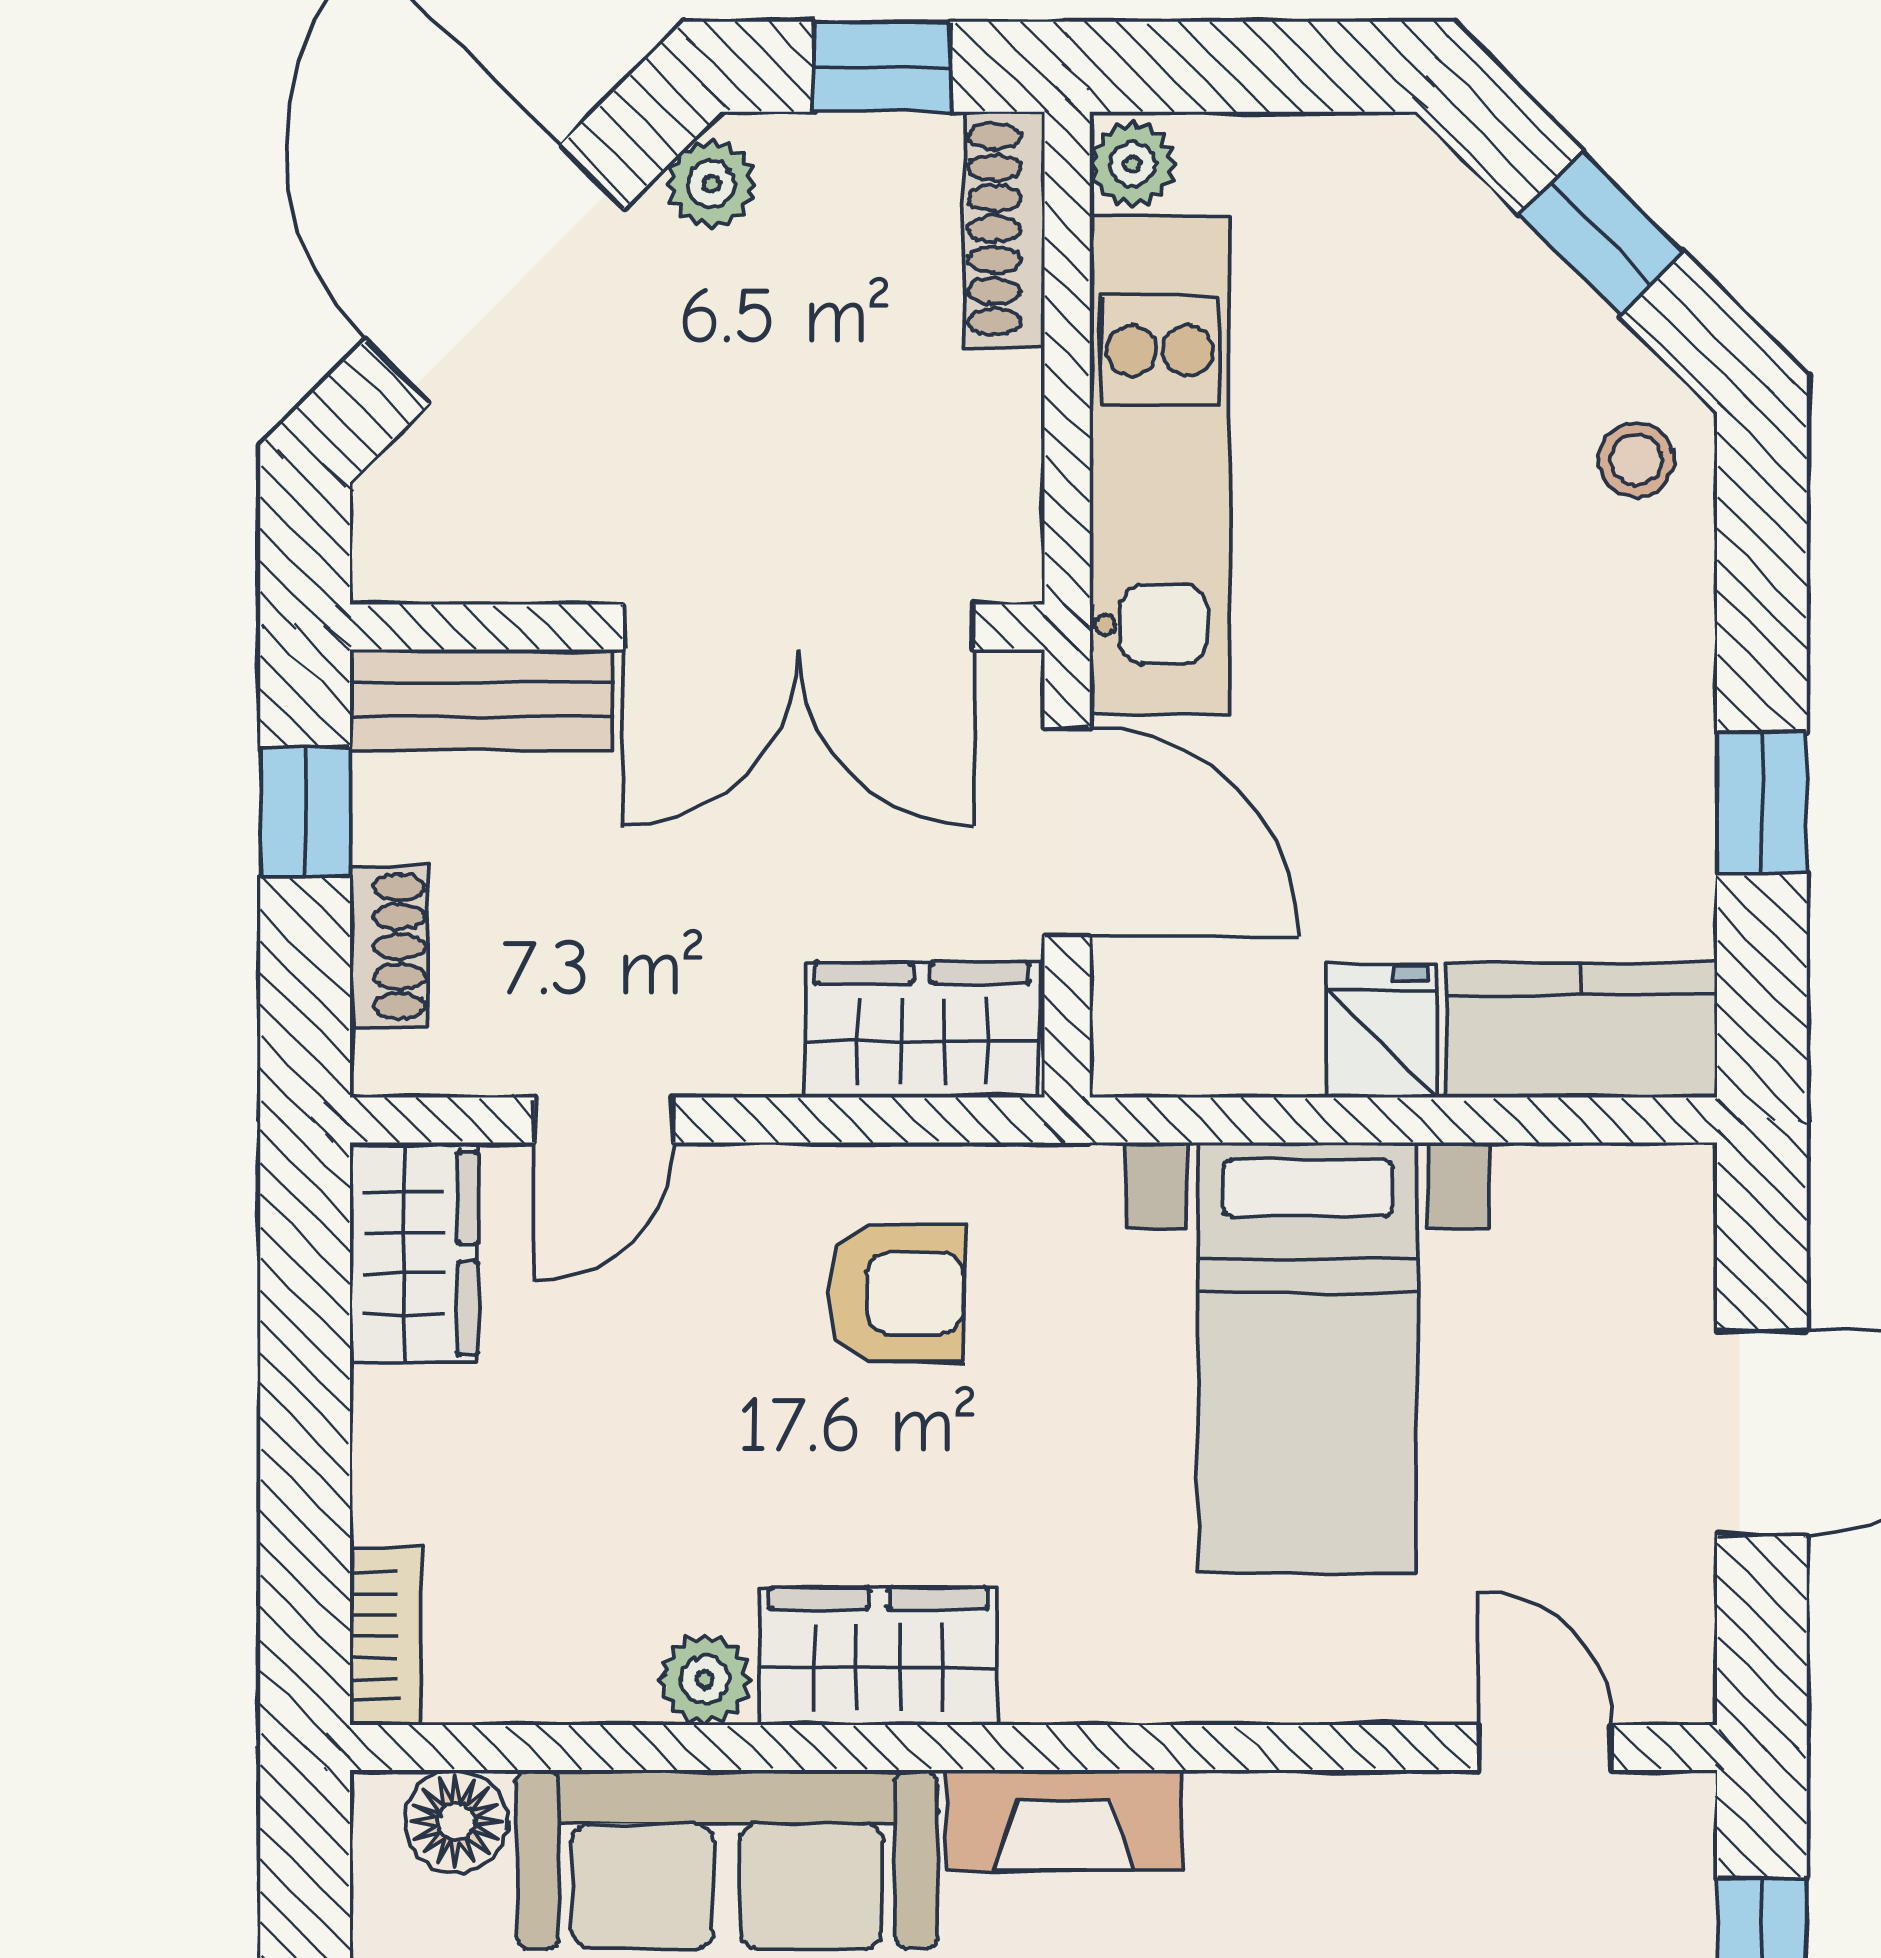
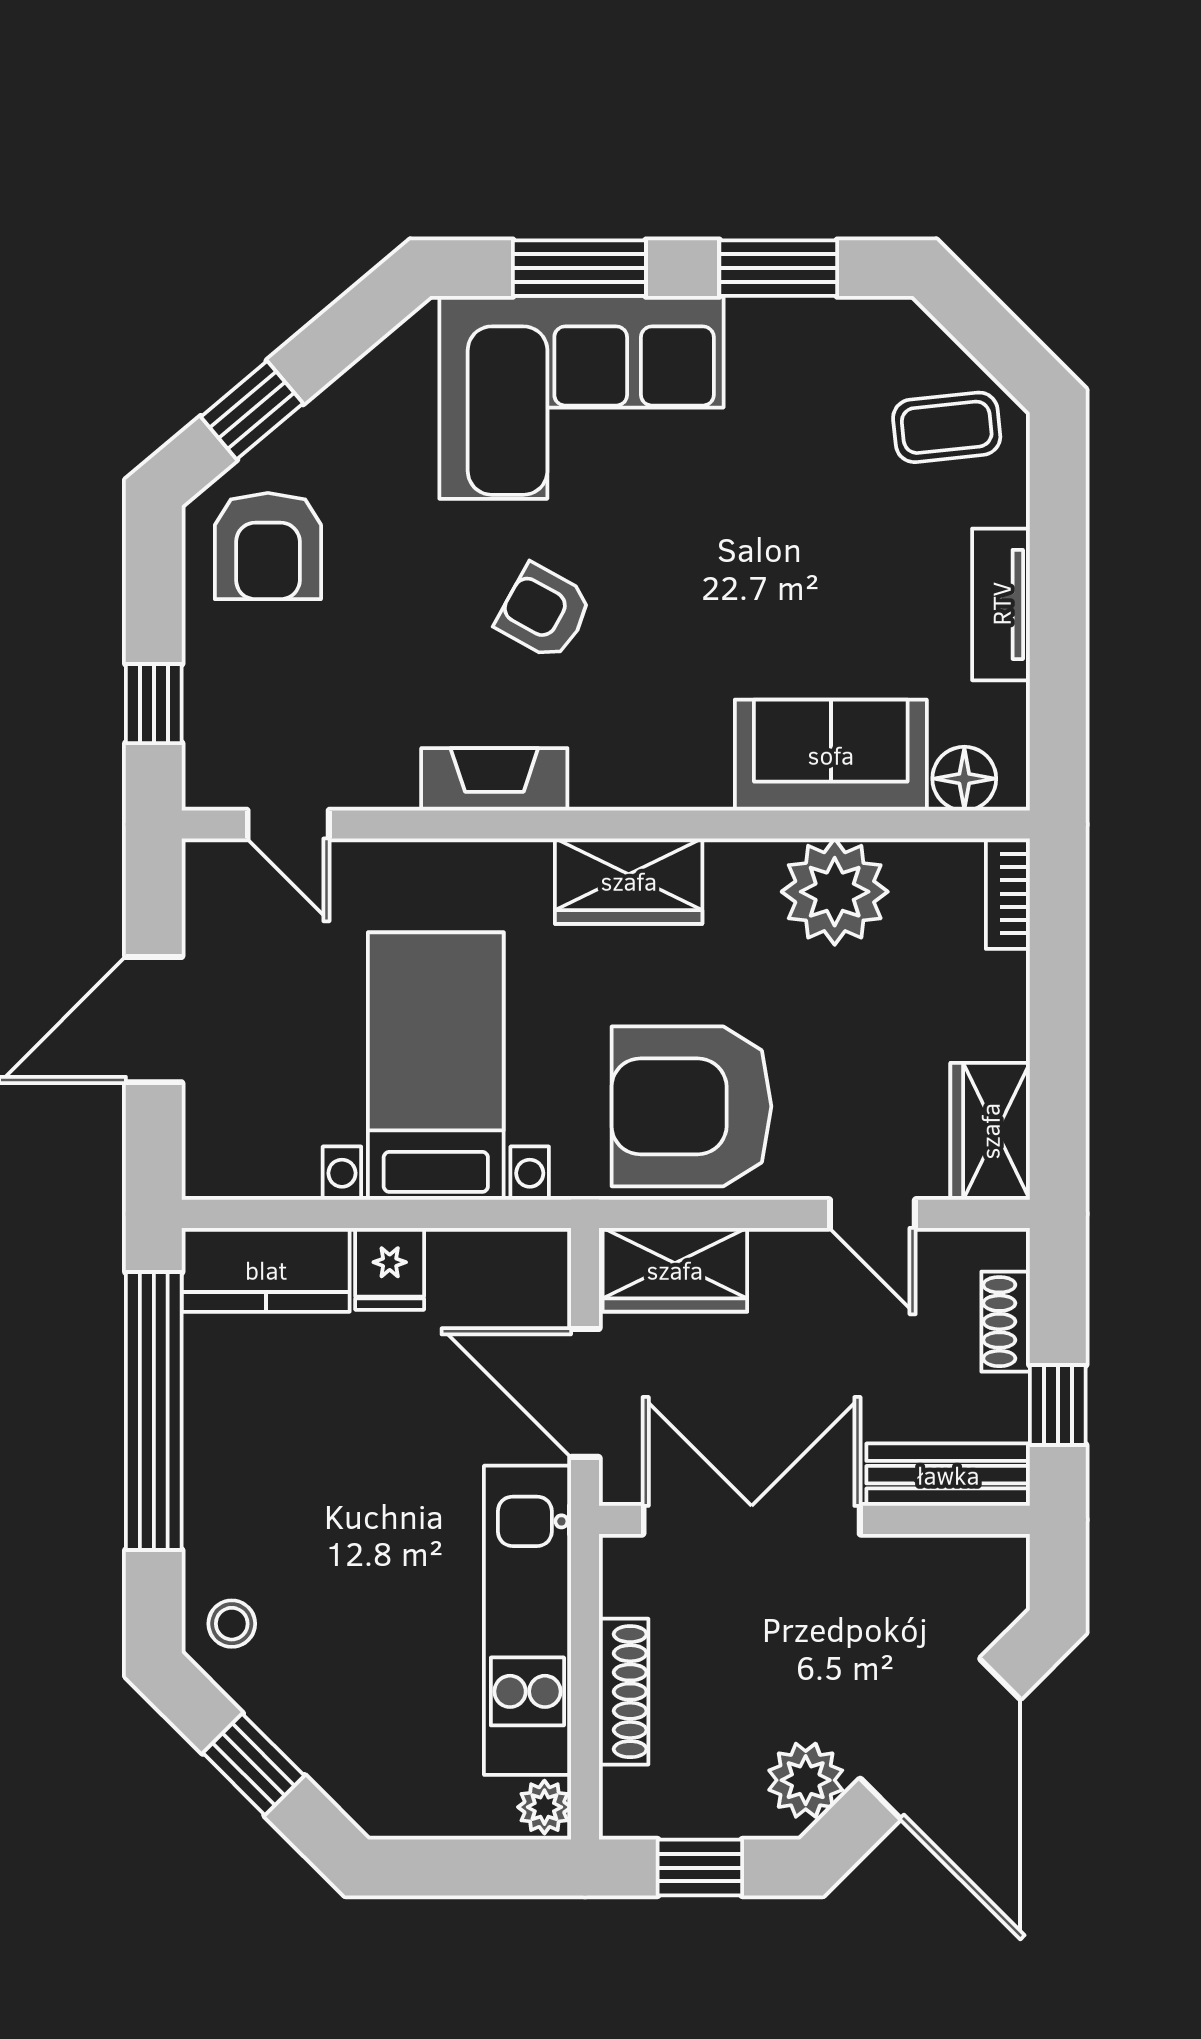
plant: (711, 184) -> (806, 1780), width x1.38, depth x1.38
shoe rack: (1005, 229) -> (624, 1692), moved
window: (1762, 802) -> (154, 1411), width x3.17
door: (604, 1120) -> (872, 1214), swing flipped
armchair: (895, 1293) -> (691, 1106), width x1.88, depth x1.88
wardrobe: (878, 1656) -> (629, 881), moved
plant: (705, 1679) -> (835, 892), width x1.88, depth x1.88
fireplace: (1064, 1820) -> (494, 779), moved
sofa: (727, 1859) -> (831, 755), width x0.73

